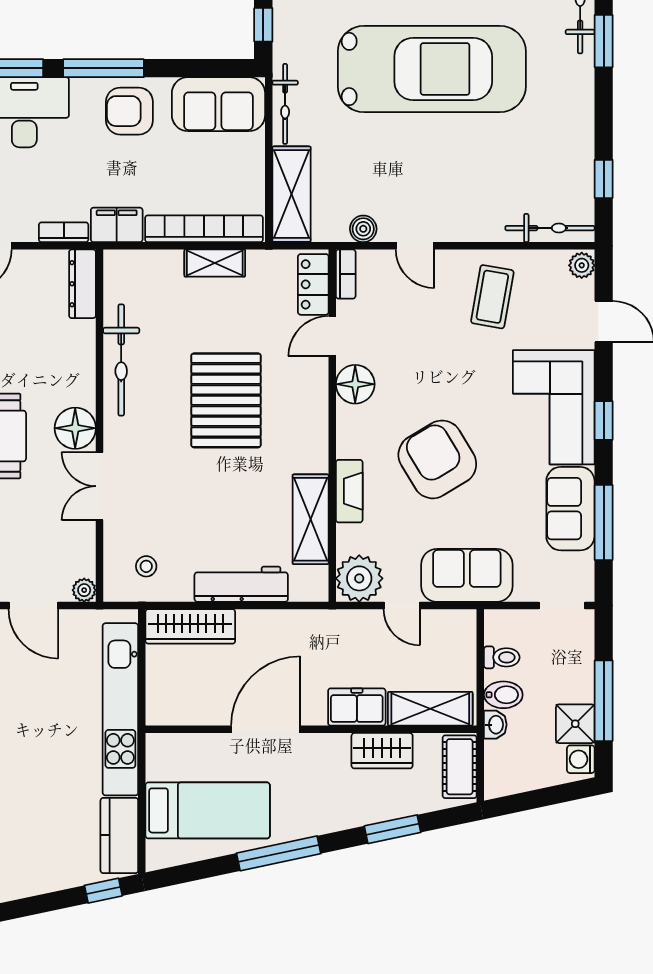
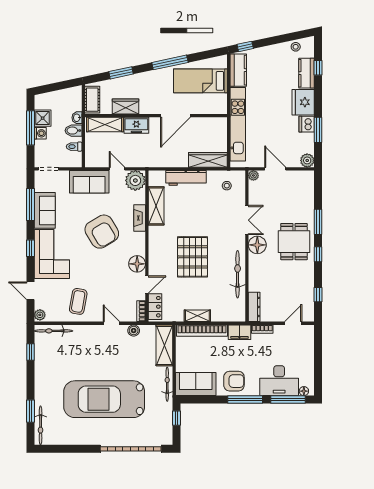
washing machine: (581, 759) -> (40, 133), moved

